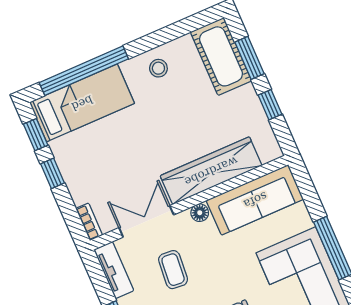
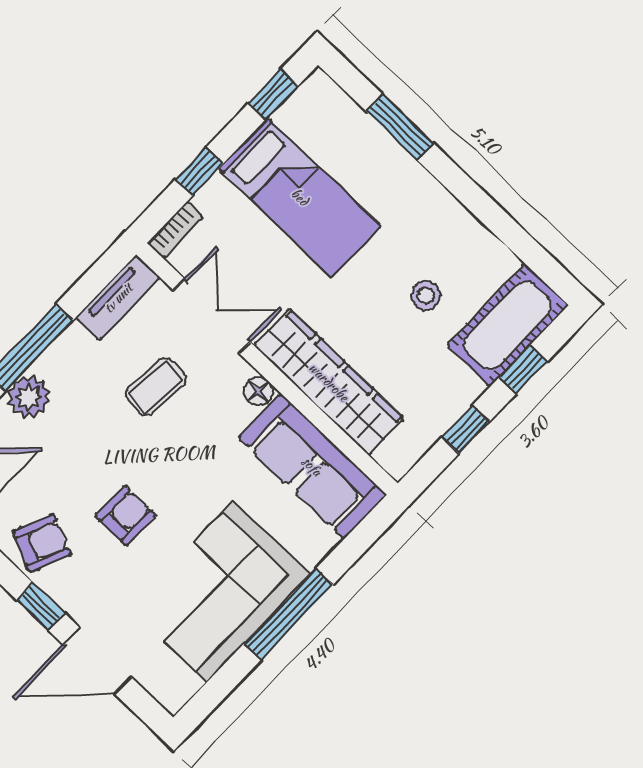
window: (250, 58) -> (523, 369), width x0.67
stool: (158, 68) -> (426, 296), moved
window: (84, 71) -> (400, 127), width x0.47
bed: (82, 103) -> (300, 197), moved
window: (53, 173) -> (200, 171), moved

